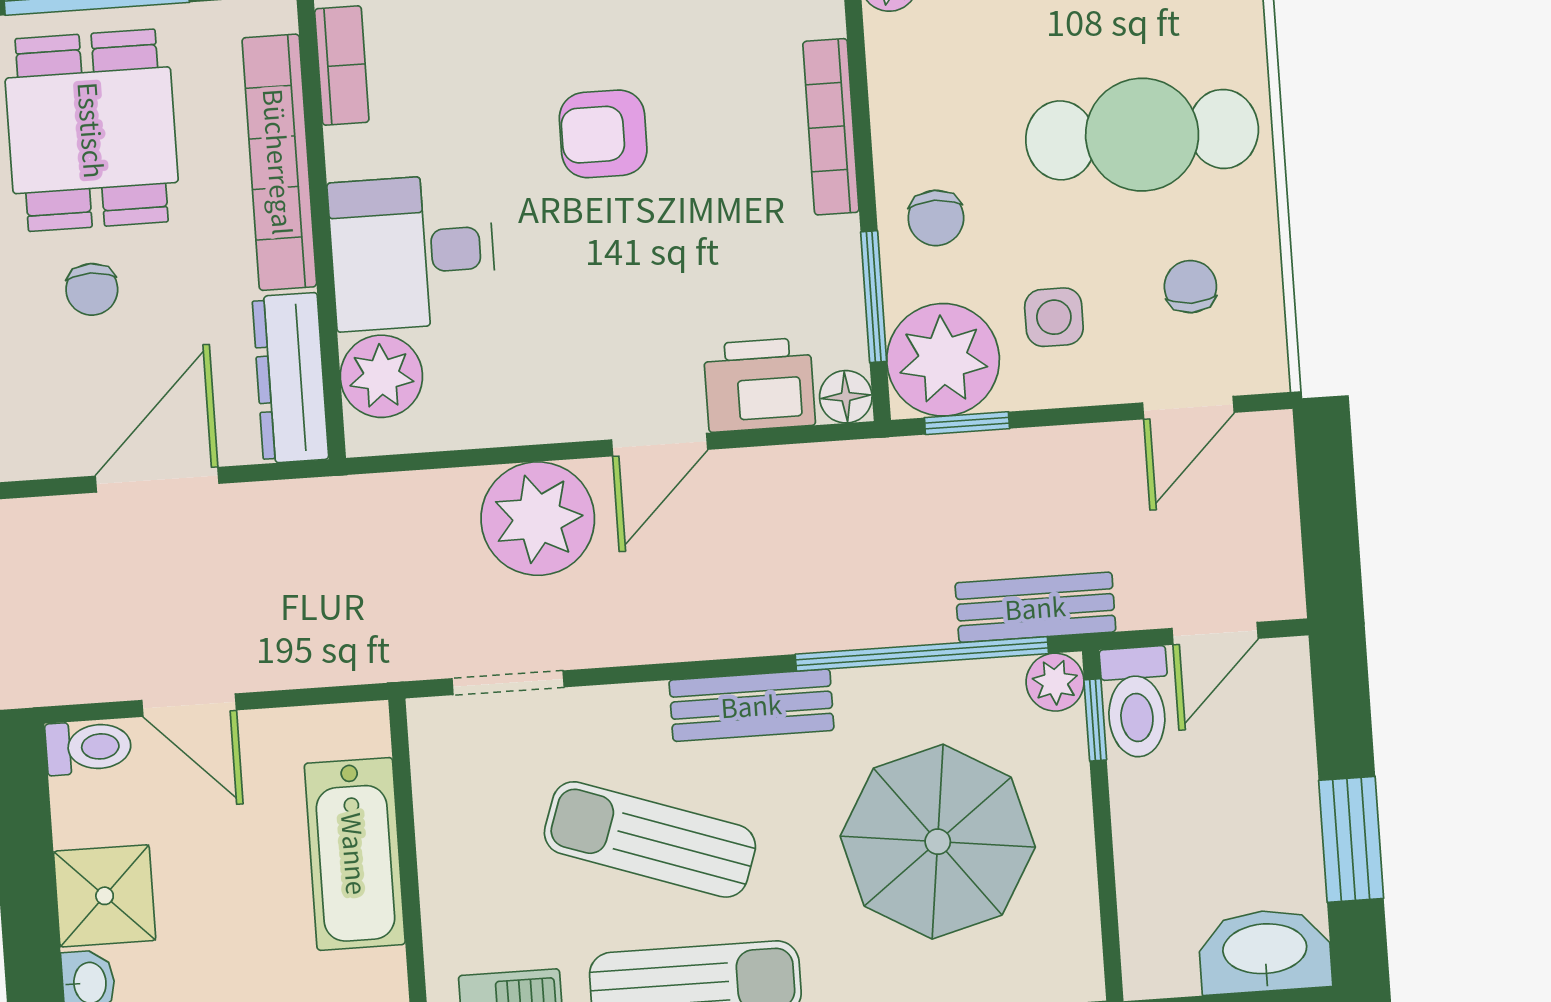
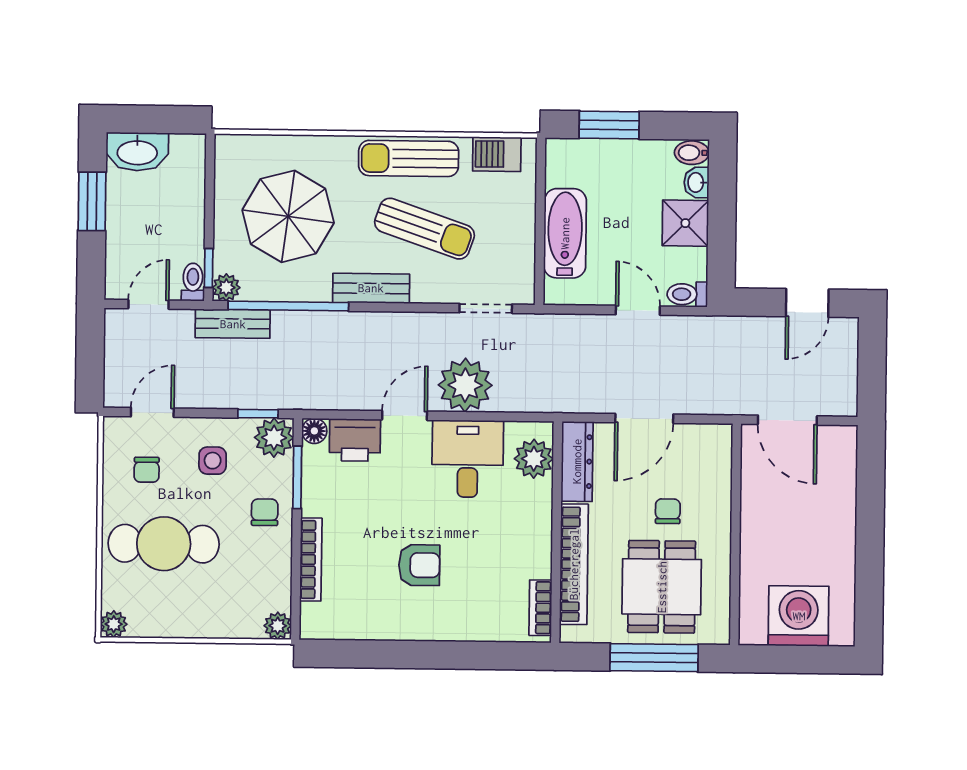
desk: (412, 252) -> (468, 459), moved, turned -90
plant: (943, 360) -> (274, 438), width x0.73, depth x0.73
toilet: (1136, 702) -> (193, 282), width x0.73, depth x0.72

